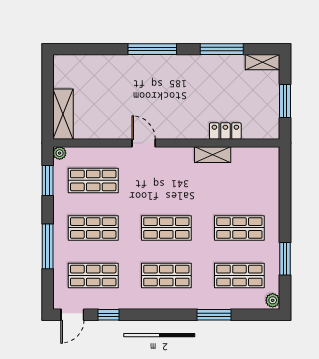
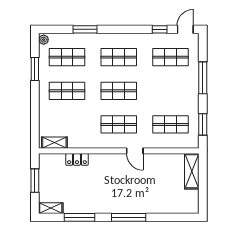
plant: (60, 153) -> (194, 144), removed
shelving: (213, 155) -> (54, 143), moved
shop shelf: (93, 228) -> (119, 124), moved

